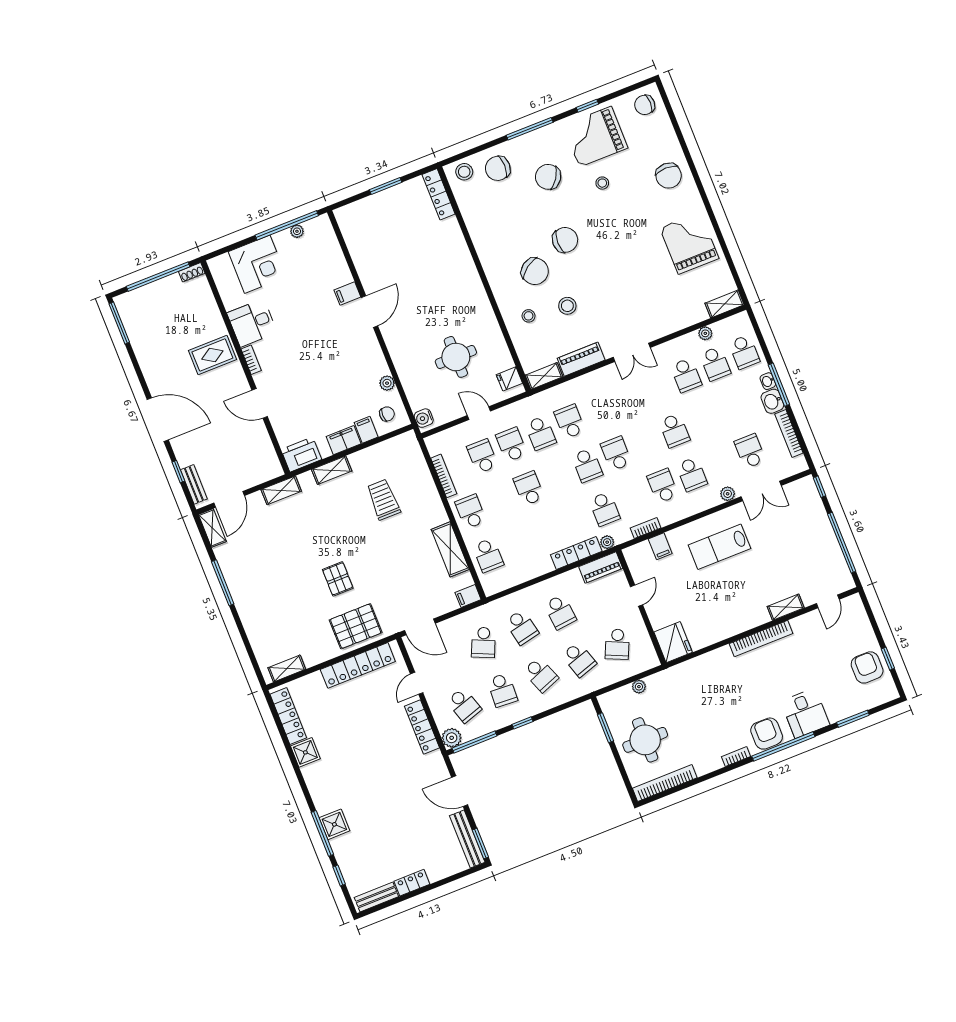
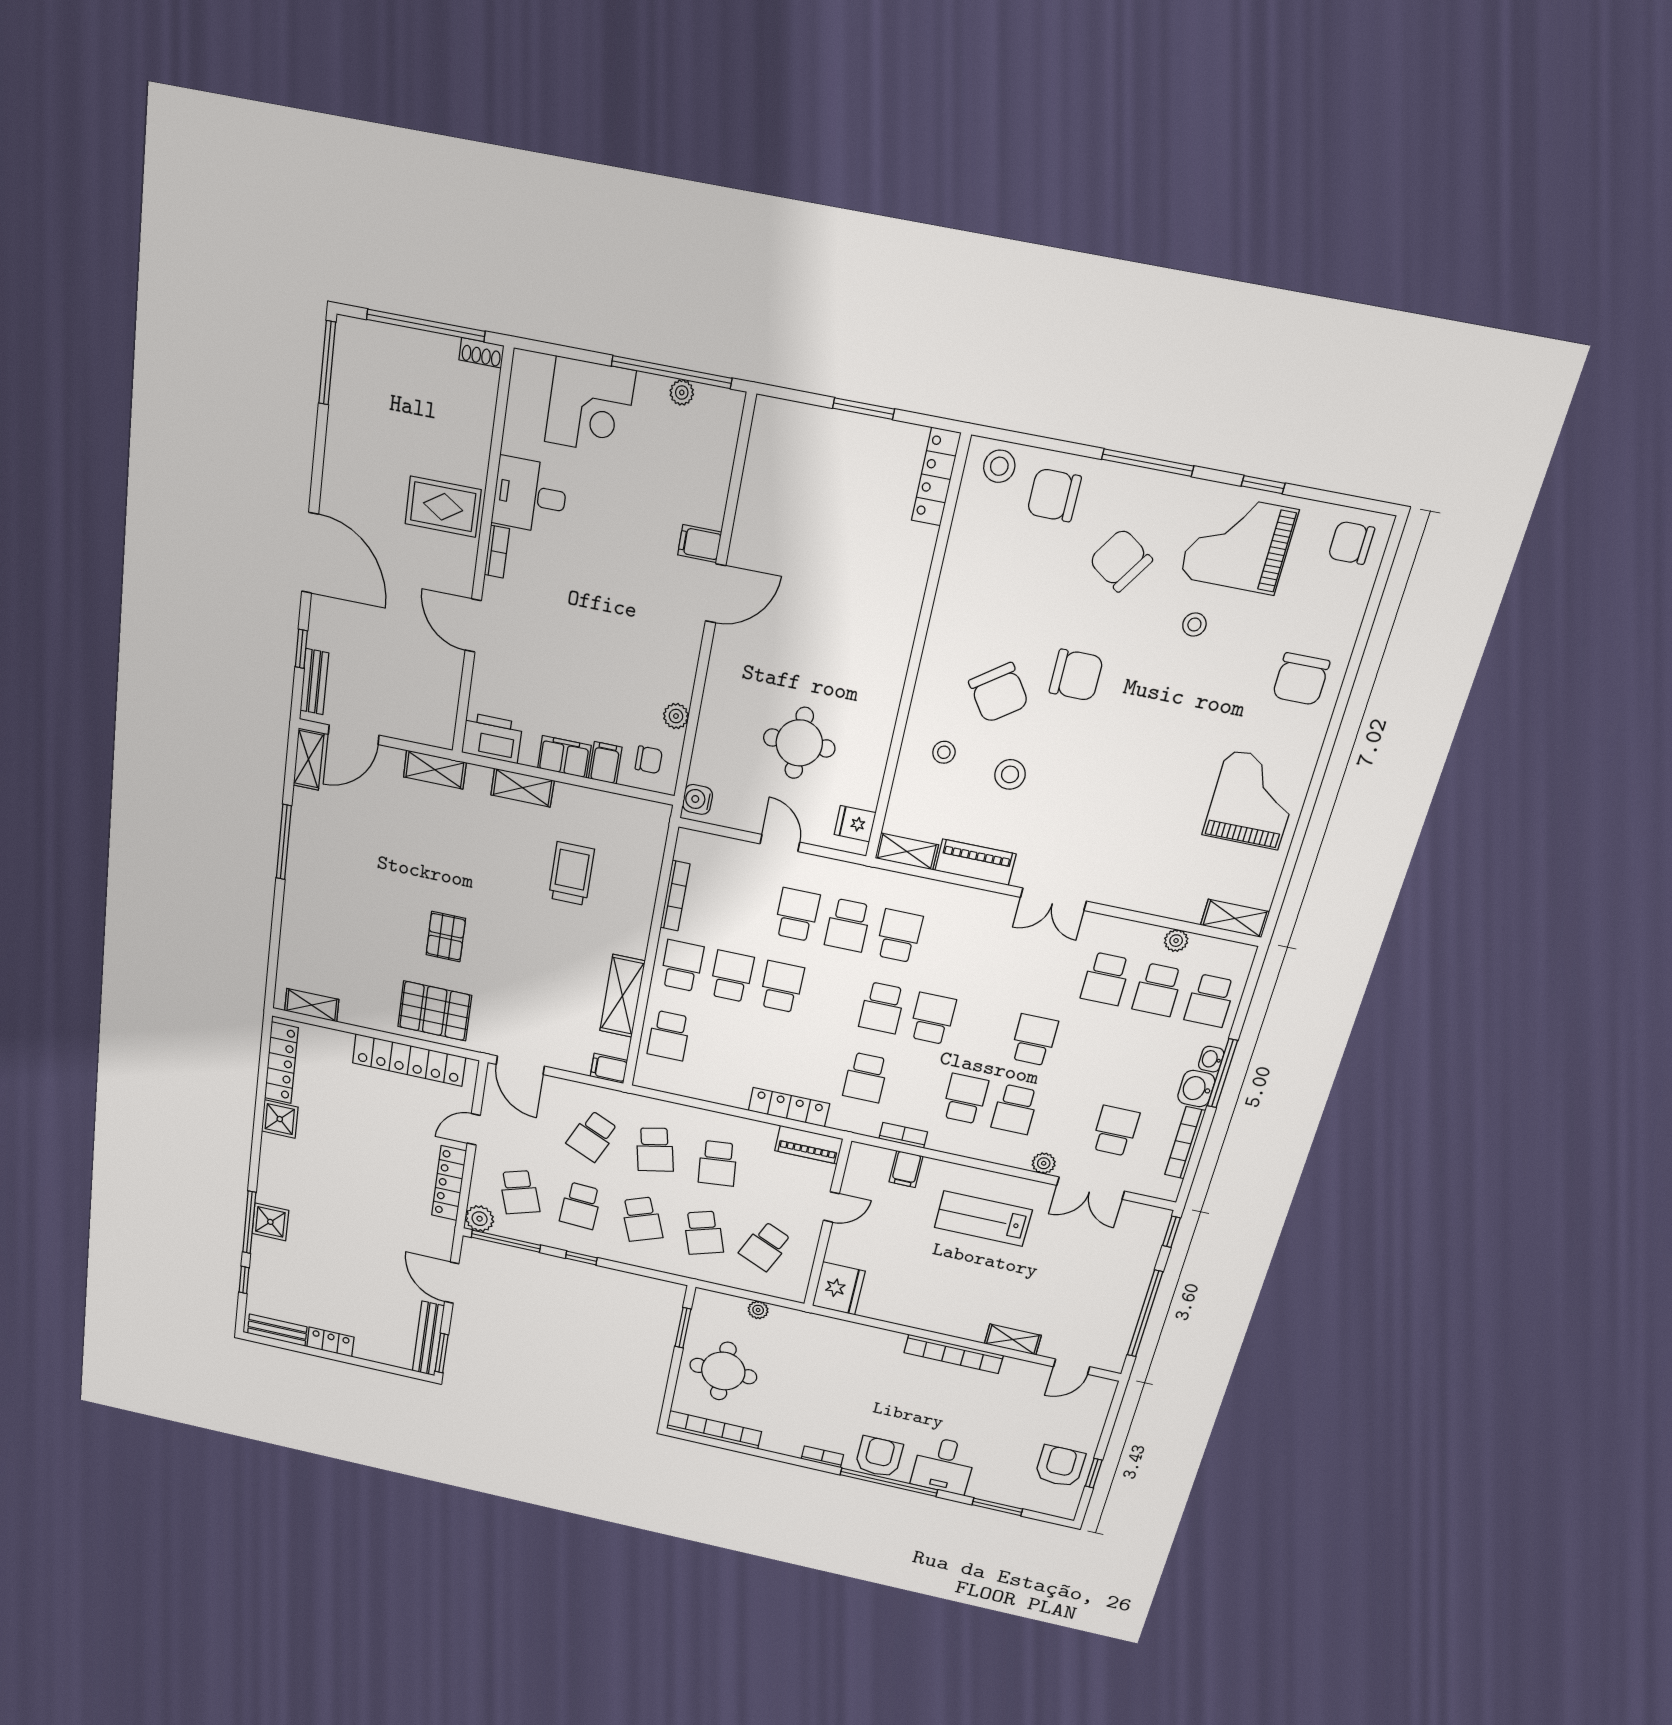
school desk: (674, 430) -> (1034, 1040), turned 180
school desk: (482, 456) -> (732, 976), moved
plant: (607, 542) -> (839, 1120), removed

